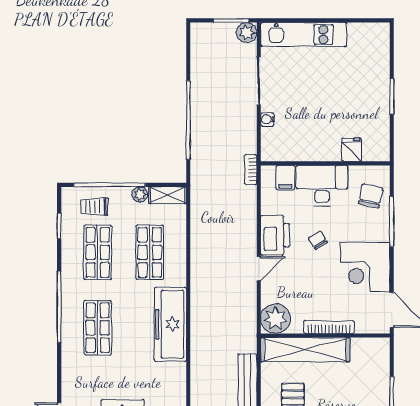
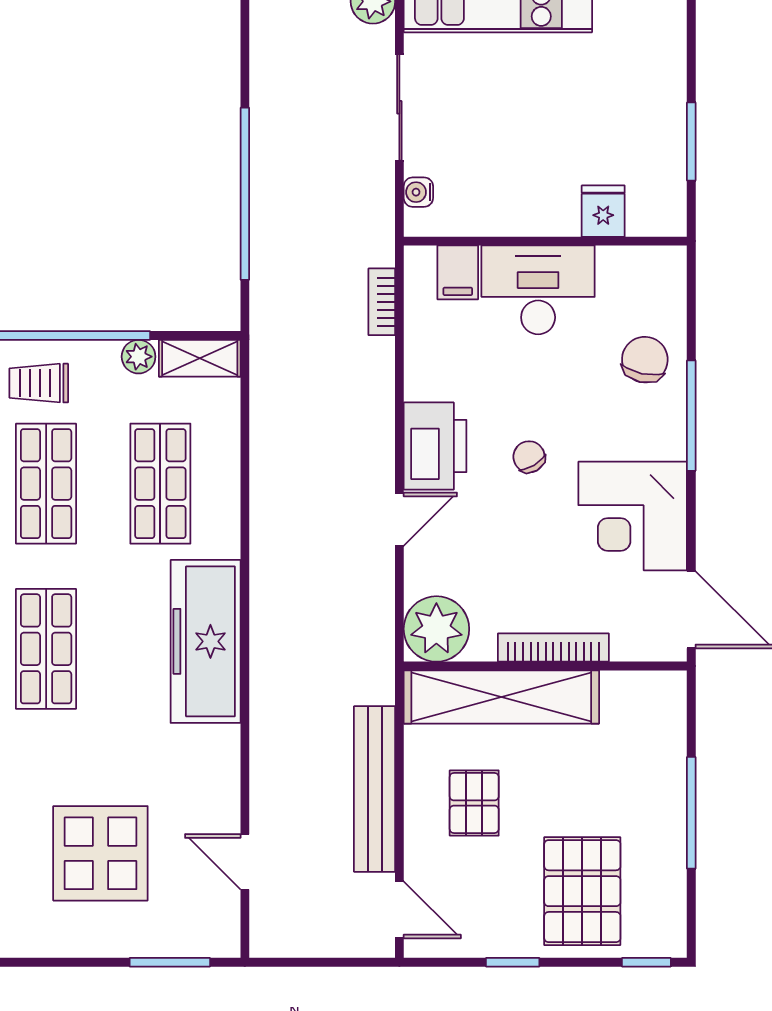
fridge: (352, 150) -> (603, 211), moved
wall: (325, 163) -> (545, 241), moved
filing cabinet: (285, 178) -> (458, 272), moved
desk: (322, 186) -> (538, 290), moved

